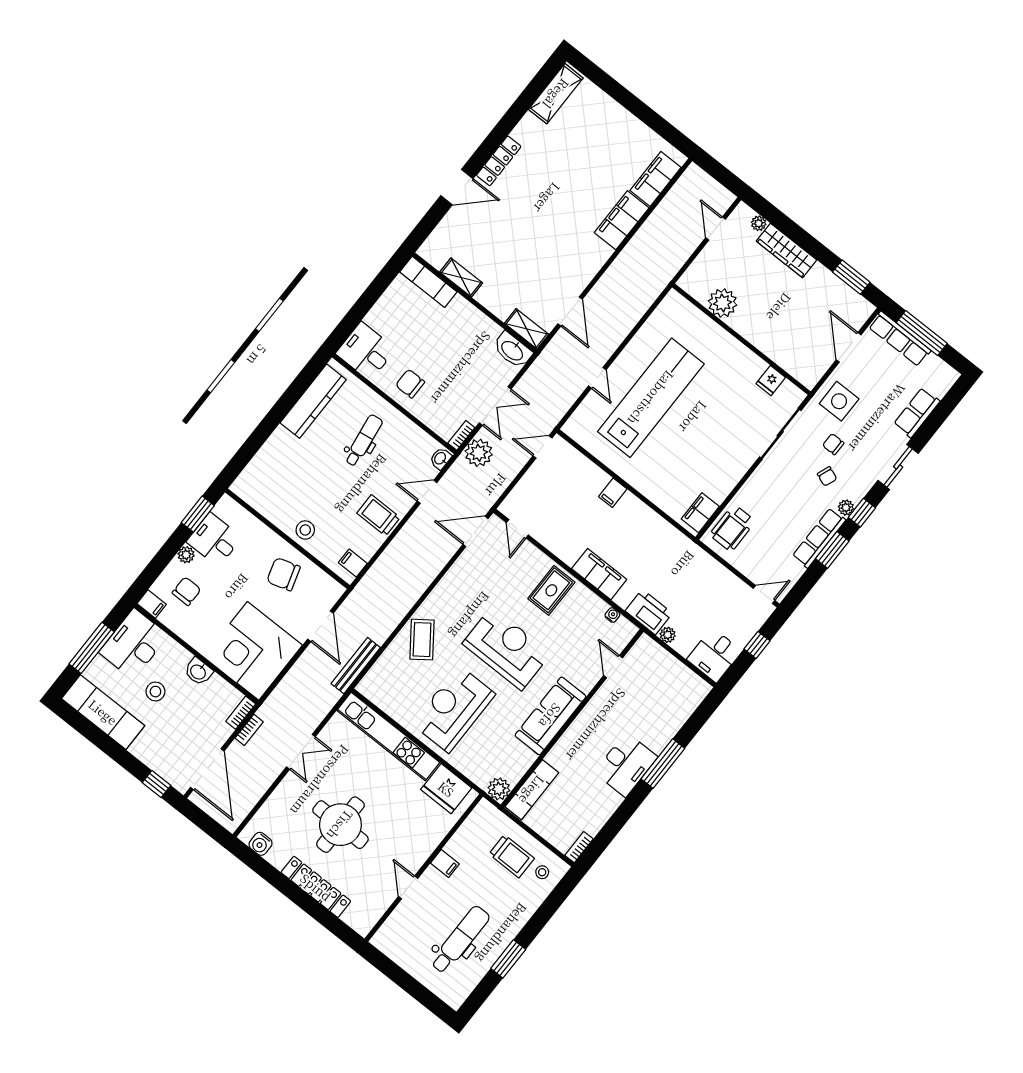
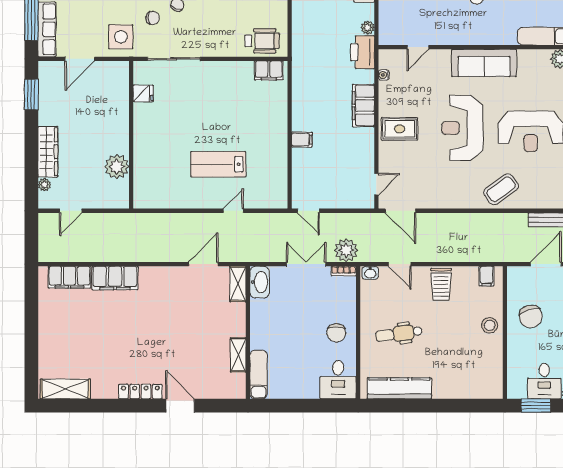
lab bench: (651, 398) -> (218, 164), width x0.54, depth x0.72
chair: (833, 444) -> (153, 18), turned -90

